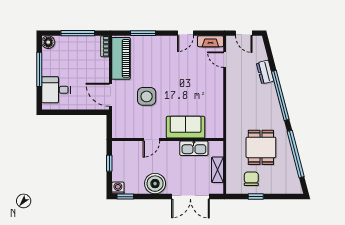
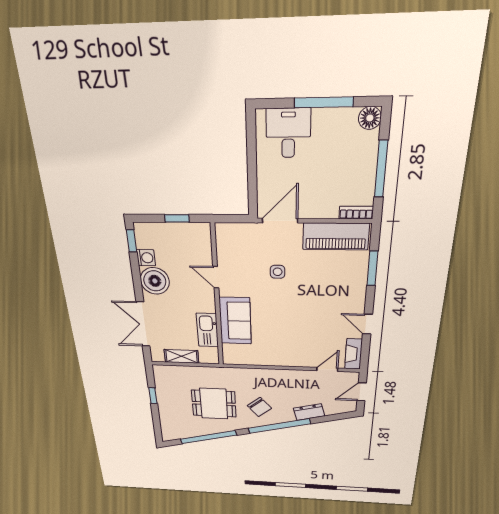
side table: (147, 96) -> (278, 272), width x0.54, depth x0.54
chair: (251, 179) -> (259, 407), moved, turned 50
washing machine: (118, 188) -> (146, 258), moved

